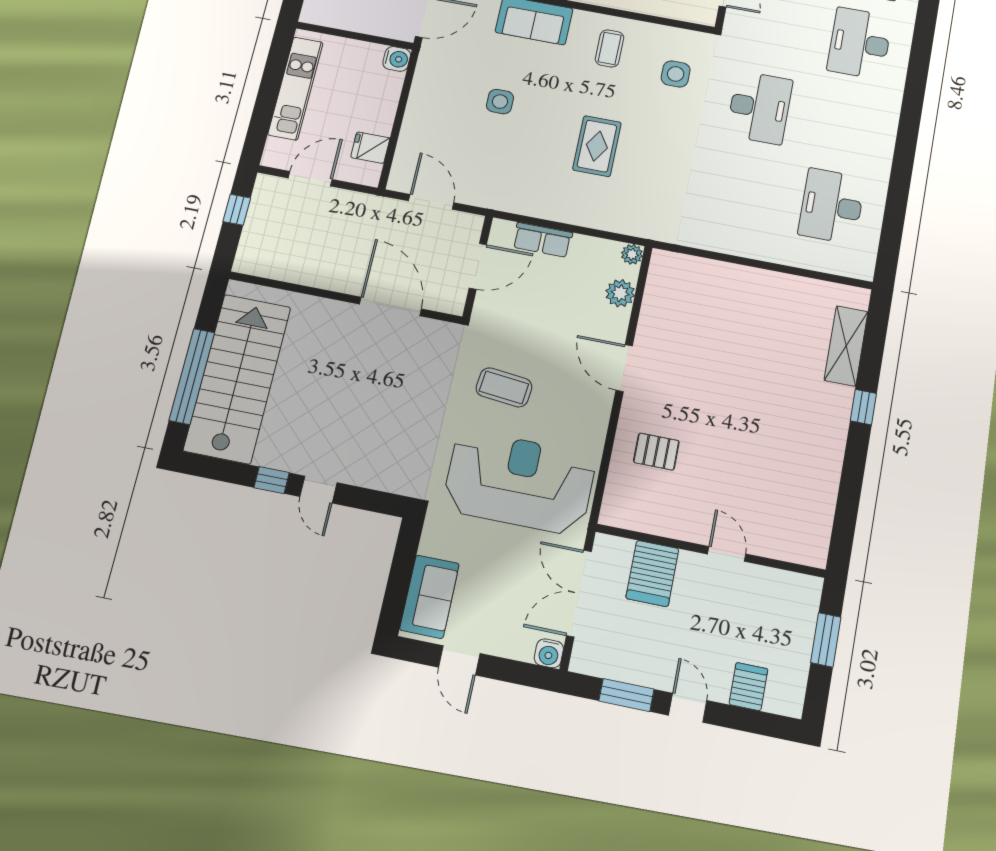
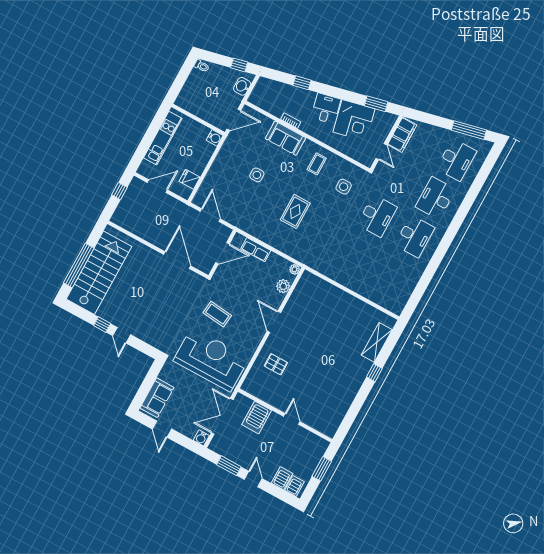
desk: (832, 206) -> (415, 236), moved, turned 180
server rack: (781, 695) -> (294, 486), added

